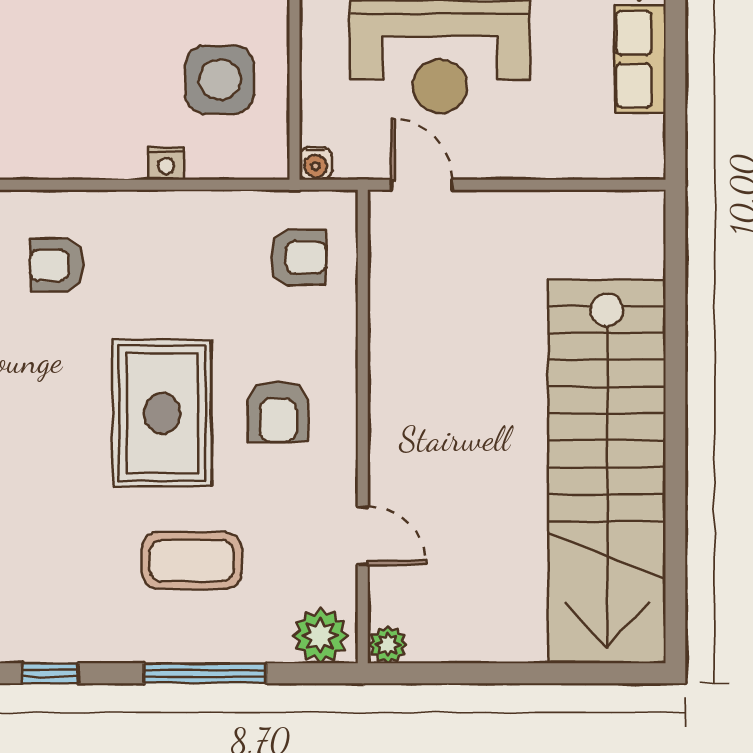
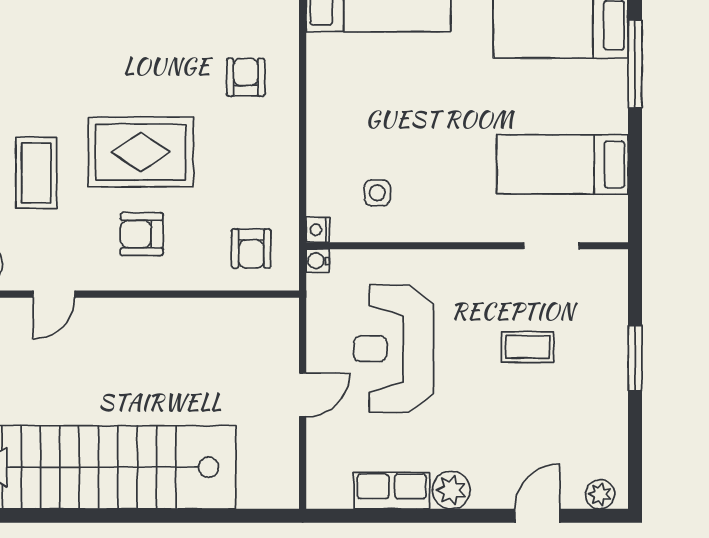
side table: (220, 80) -> (377, 193), width x0.54, depth x0.54
nightstand: (166, 163) -> (318, 230), moved
door: (422, 185) -> (303, 395), moved

